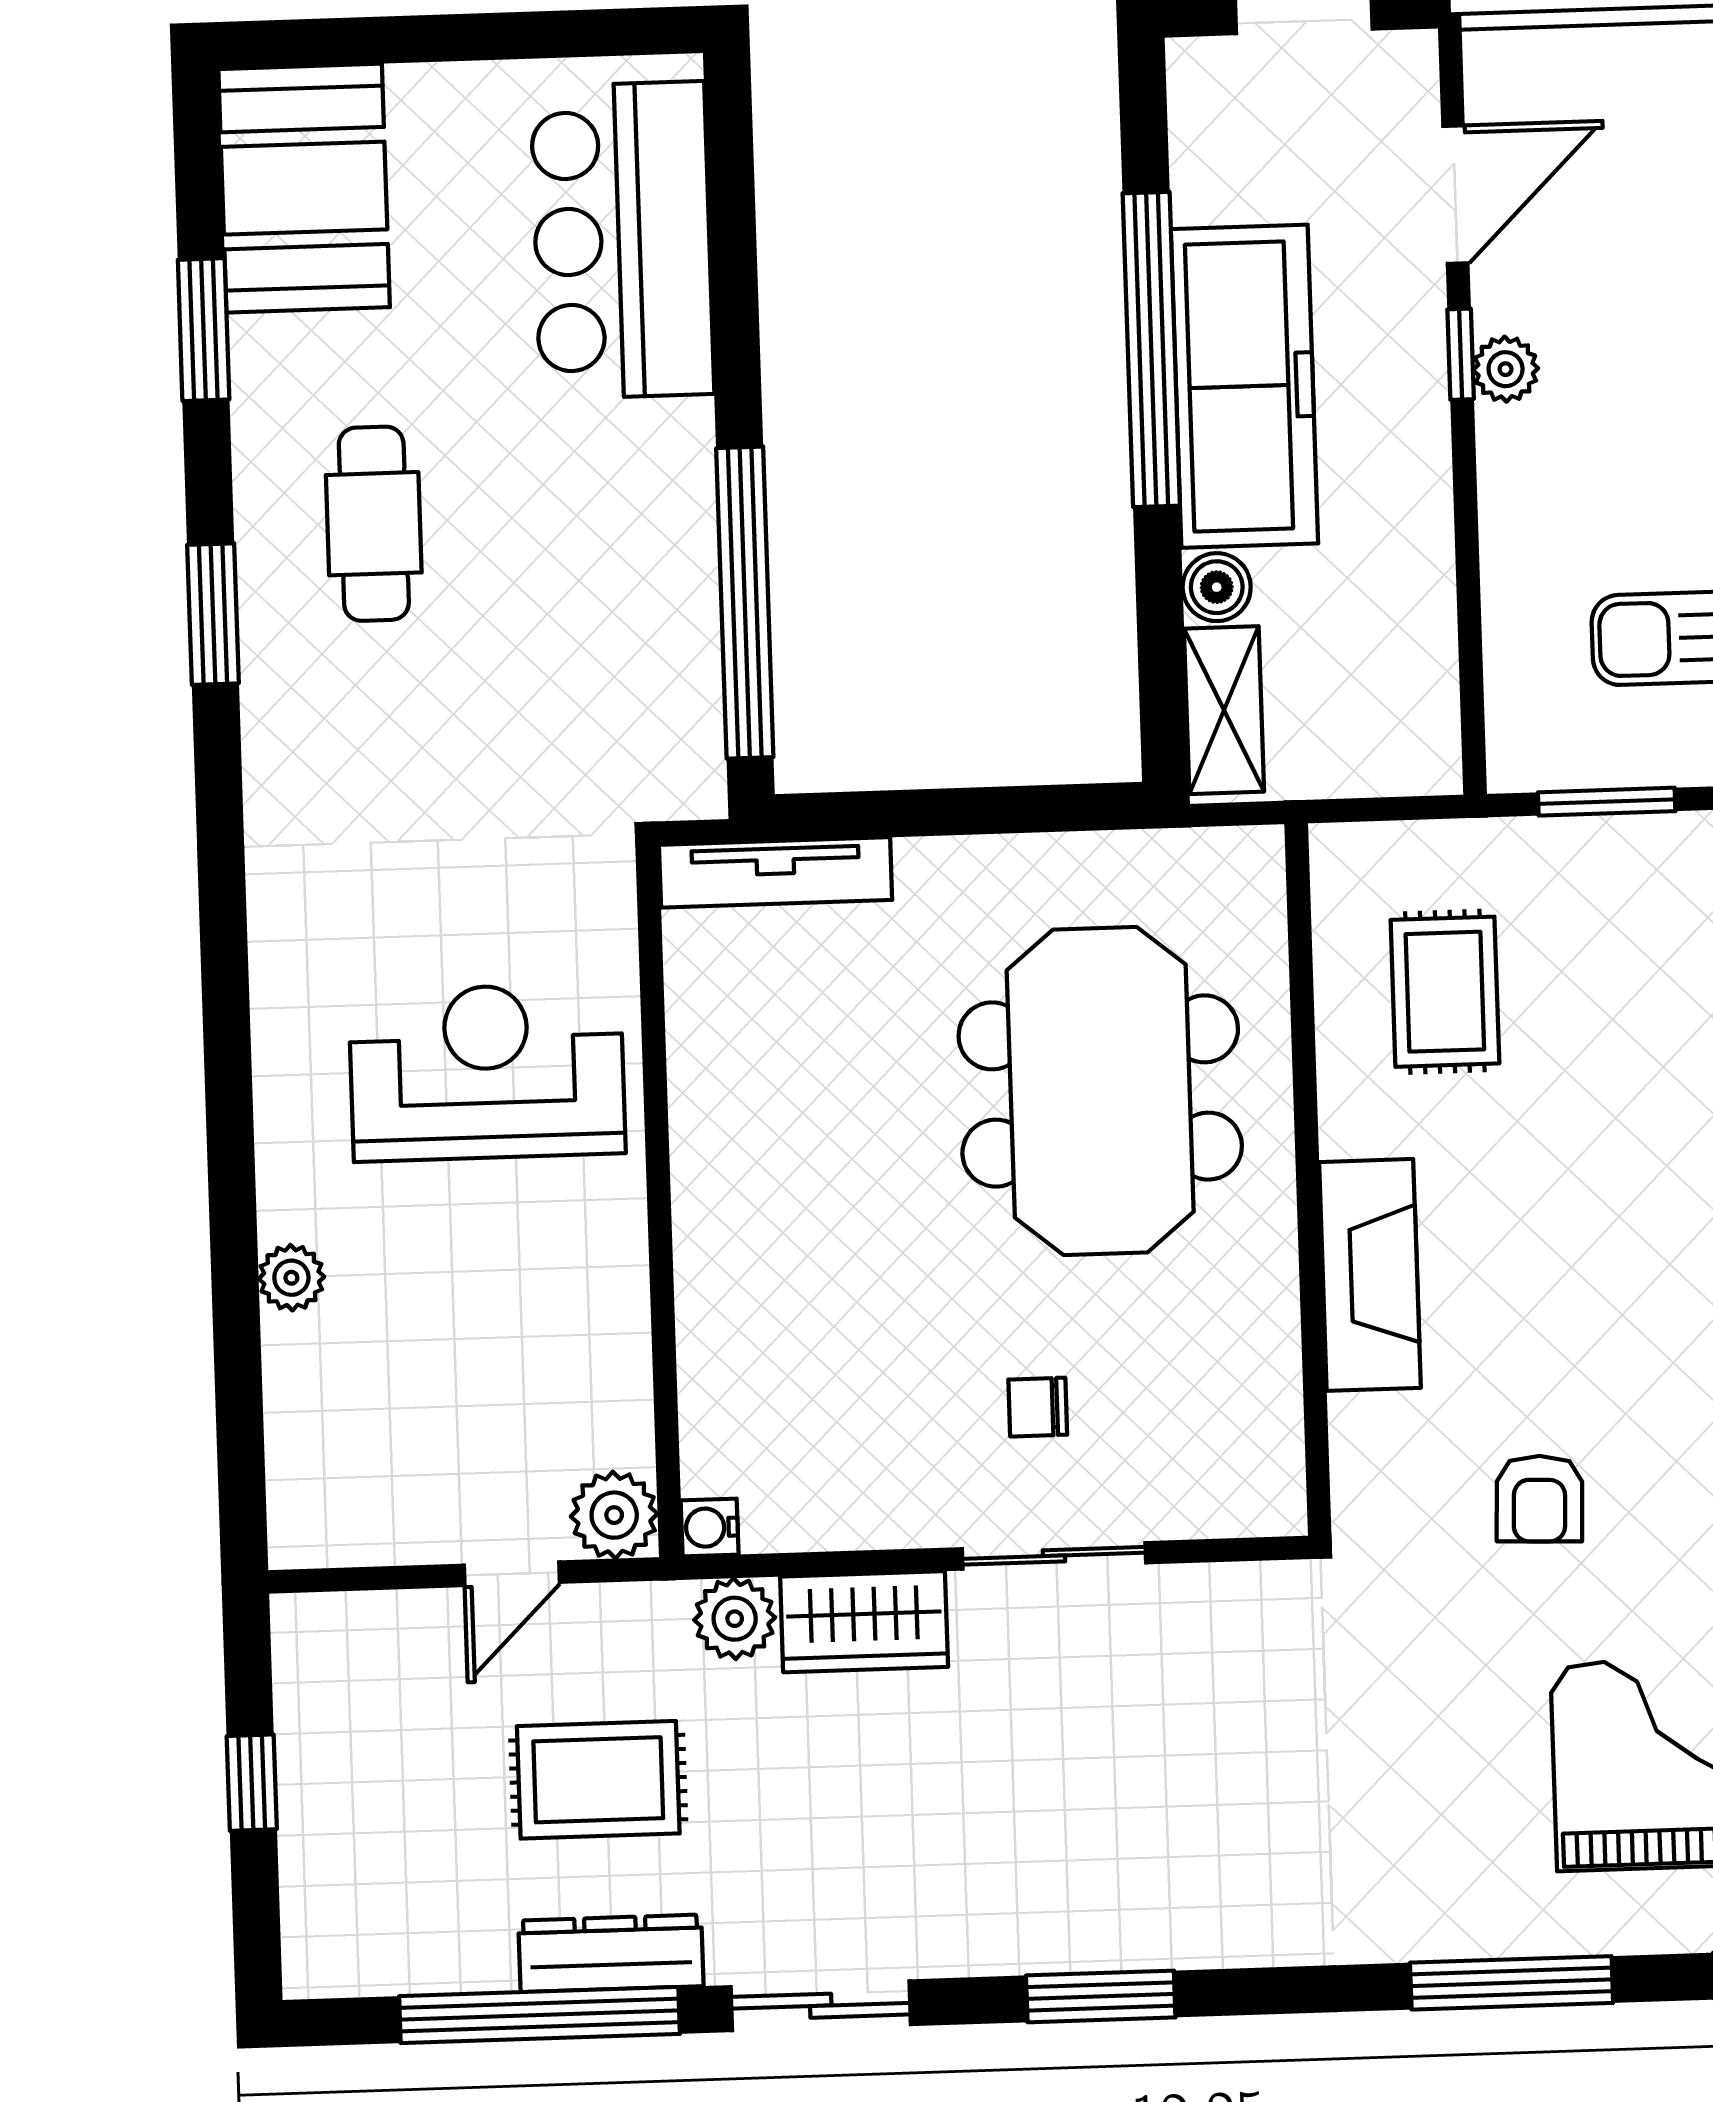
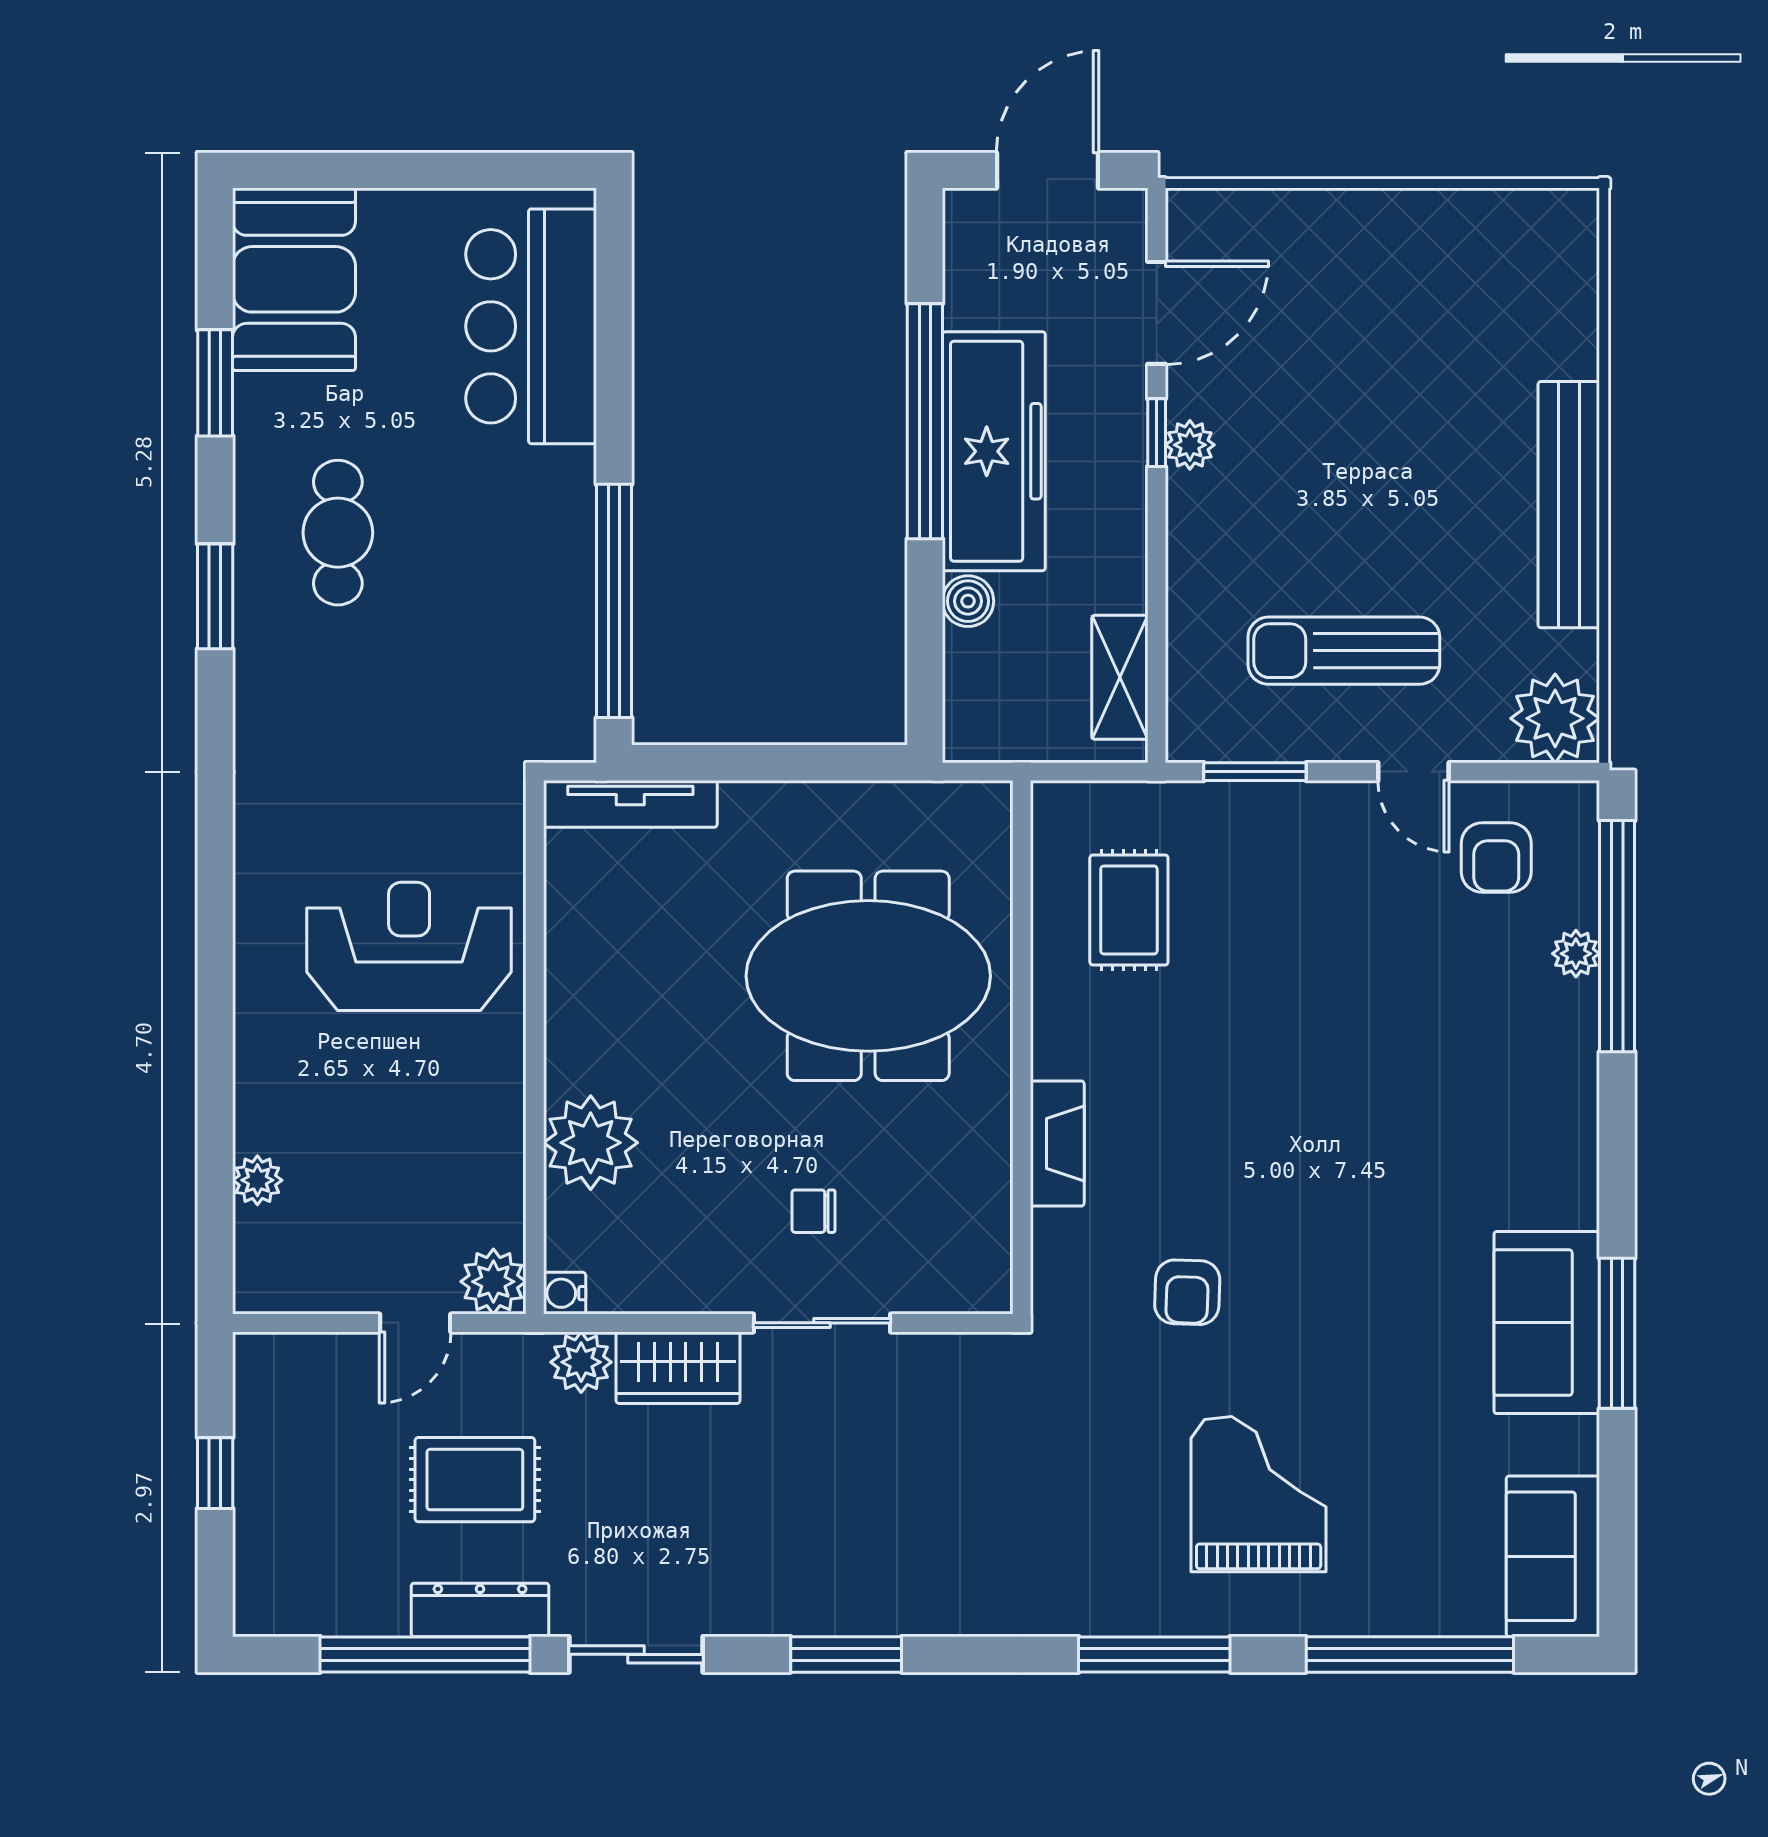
shelving: (1224, 710) -> (1120, 677), moved
meeting table: (1100, 1091) -> (868, 976), turned 90
fireplace: (1370, 1275) -> (1057, 1143), width x0.73, depth x0.76
plant: (291, 1278) -> (257, 1180), moved
plant: (738, 1326) -> (591, 1143), added

